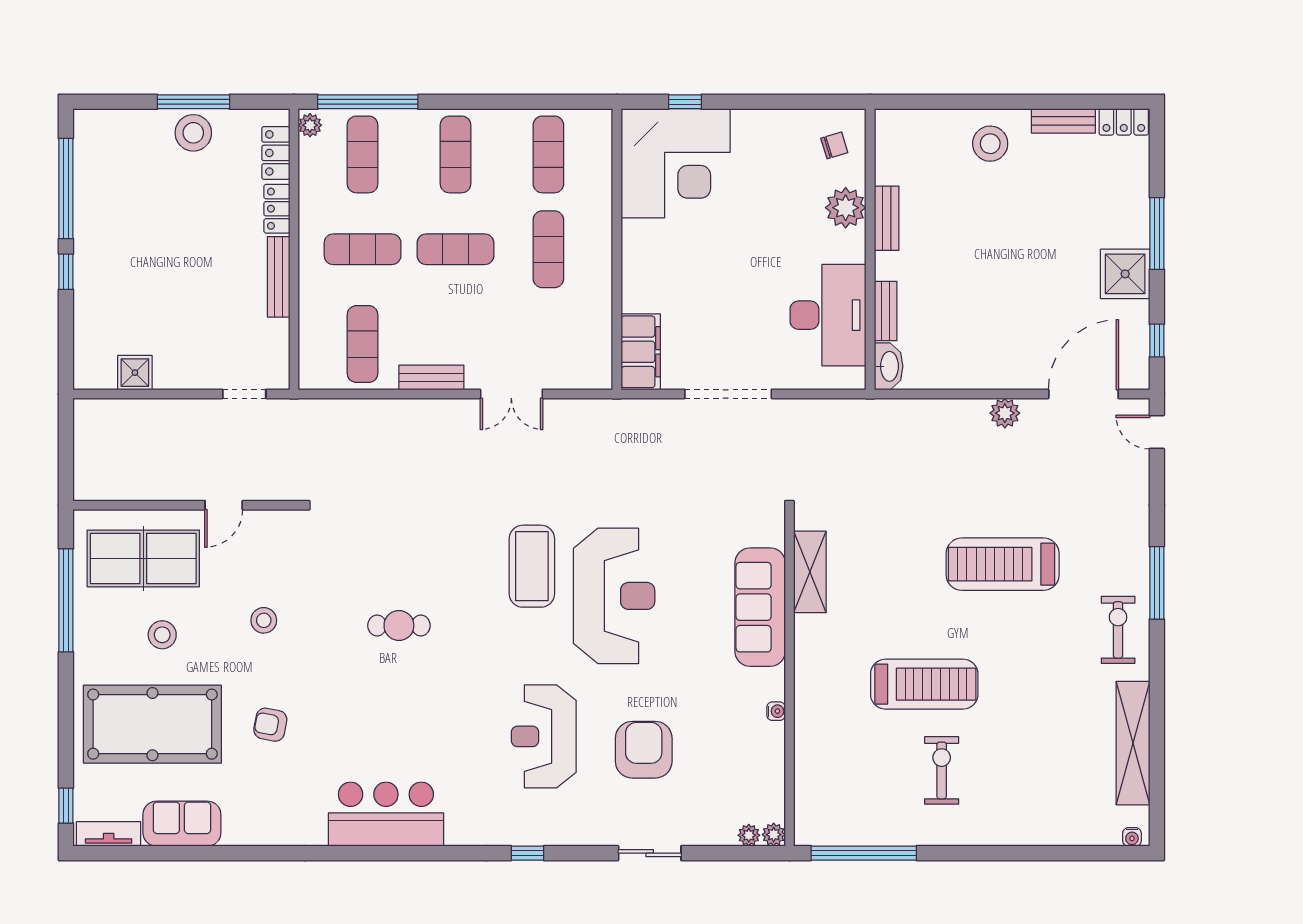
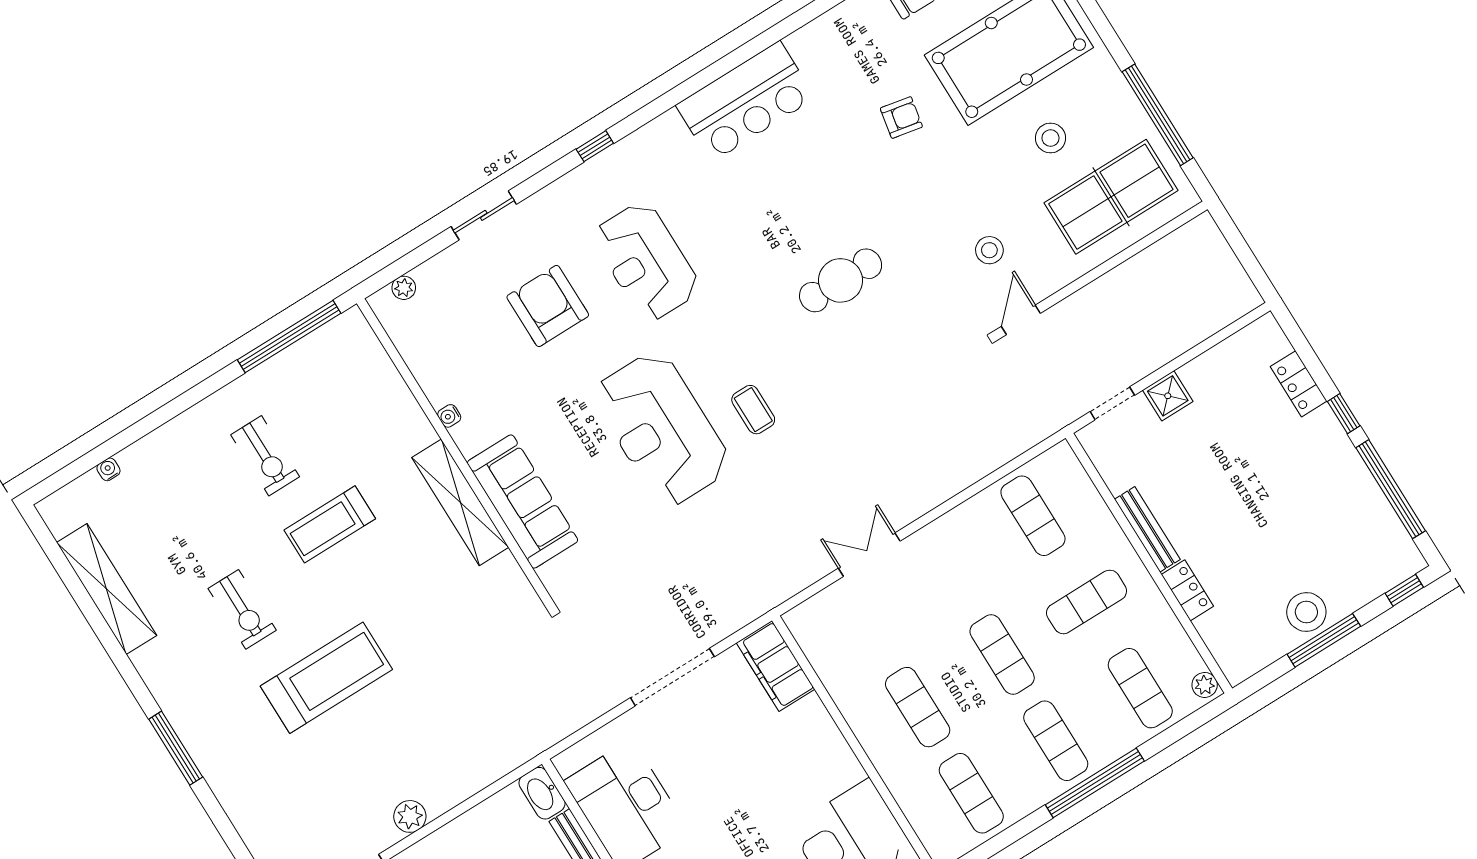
window: (105, 102) -> (1404, 590), added
window: (368, 102) -> (1095, 783), moved
locker: (276, 153) -> (1299, 384), moved, turned 180
exercise mat: (455, 249) -> (1002, 655), turned 90
shower: (135, 373) -> (1168, 396), moved
bench: (431, 377) -> (951, 524), removed
door: (224, 505) -> (1021, 320), moved
coffee table: (532, 566) -> (753, 410), width x0.54, depth x0.58
shelving: (810, 572) -> (460, 502), moved, width x1.47
stool: (264, 620) -> (989, 250), moved
cafe table: (399, 626) -> (841, 280), width x1.37, depth x1.35
exercise bike: (1118, 630) -> (242, 609), moved
treadmill: (924, 684) -> (330, 524), width x0.73, depth x0.73
reception desk: (544, 736) -> (646, 262), turned 180
armchair: (644, 750) -> (548, 306), turned 180
plant: (774, 835) -> (382, 302), removed
water cooler: (1132, 837) -> (108, 469), moved

